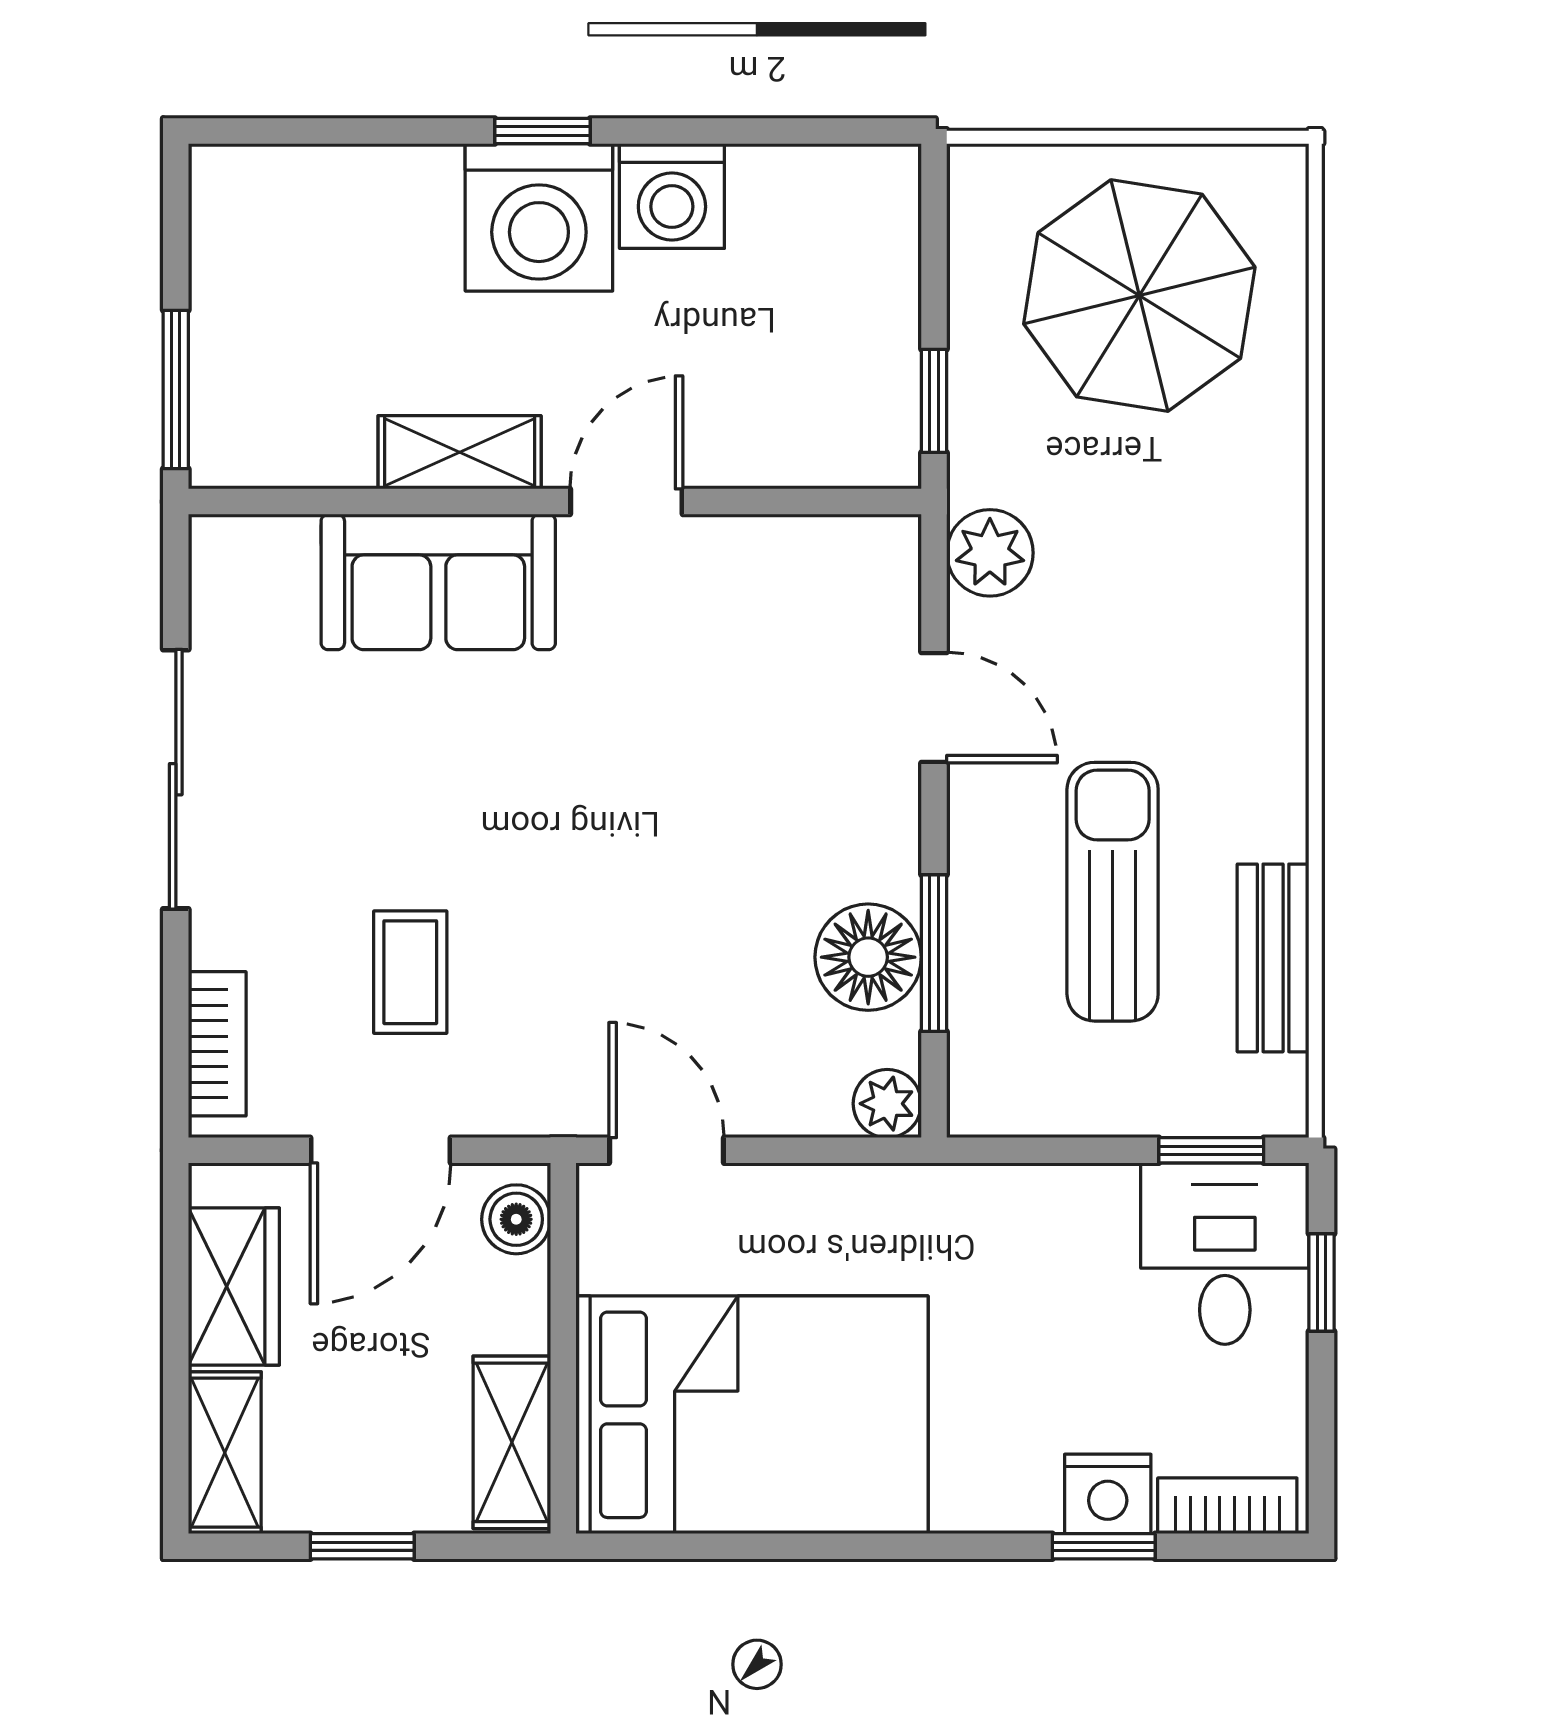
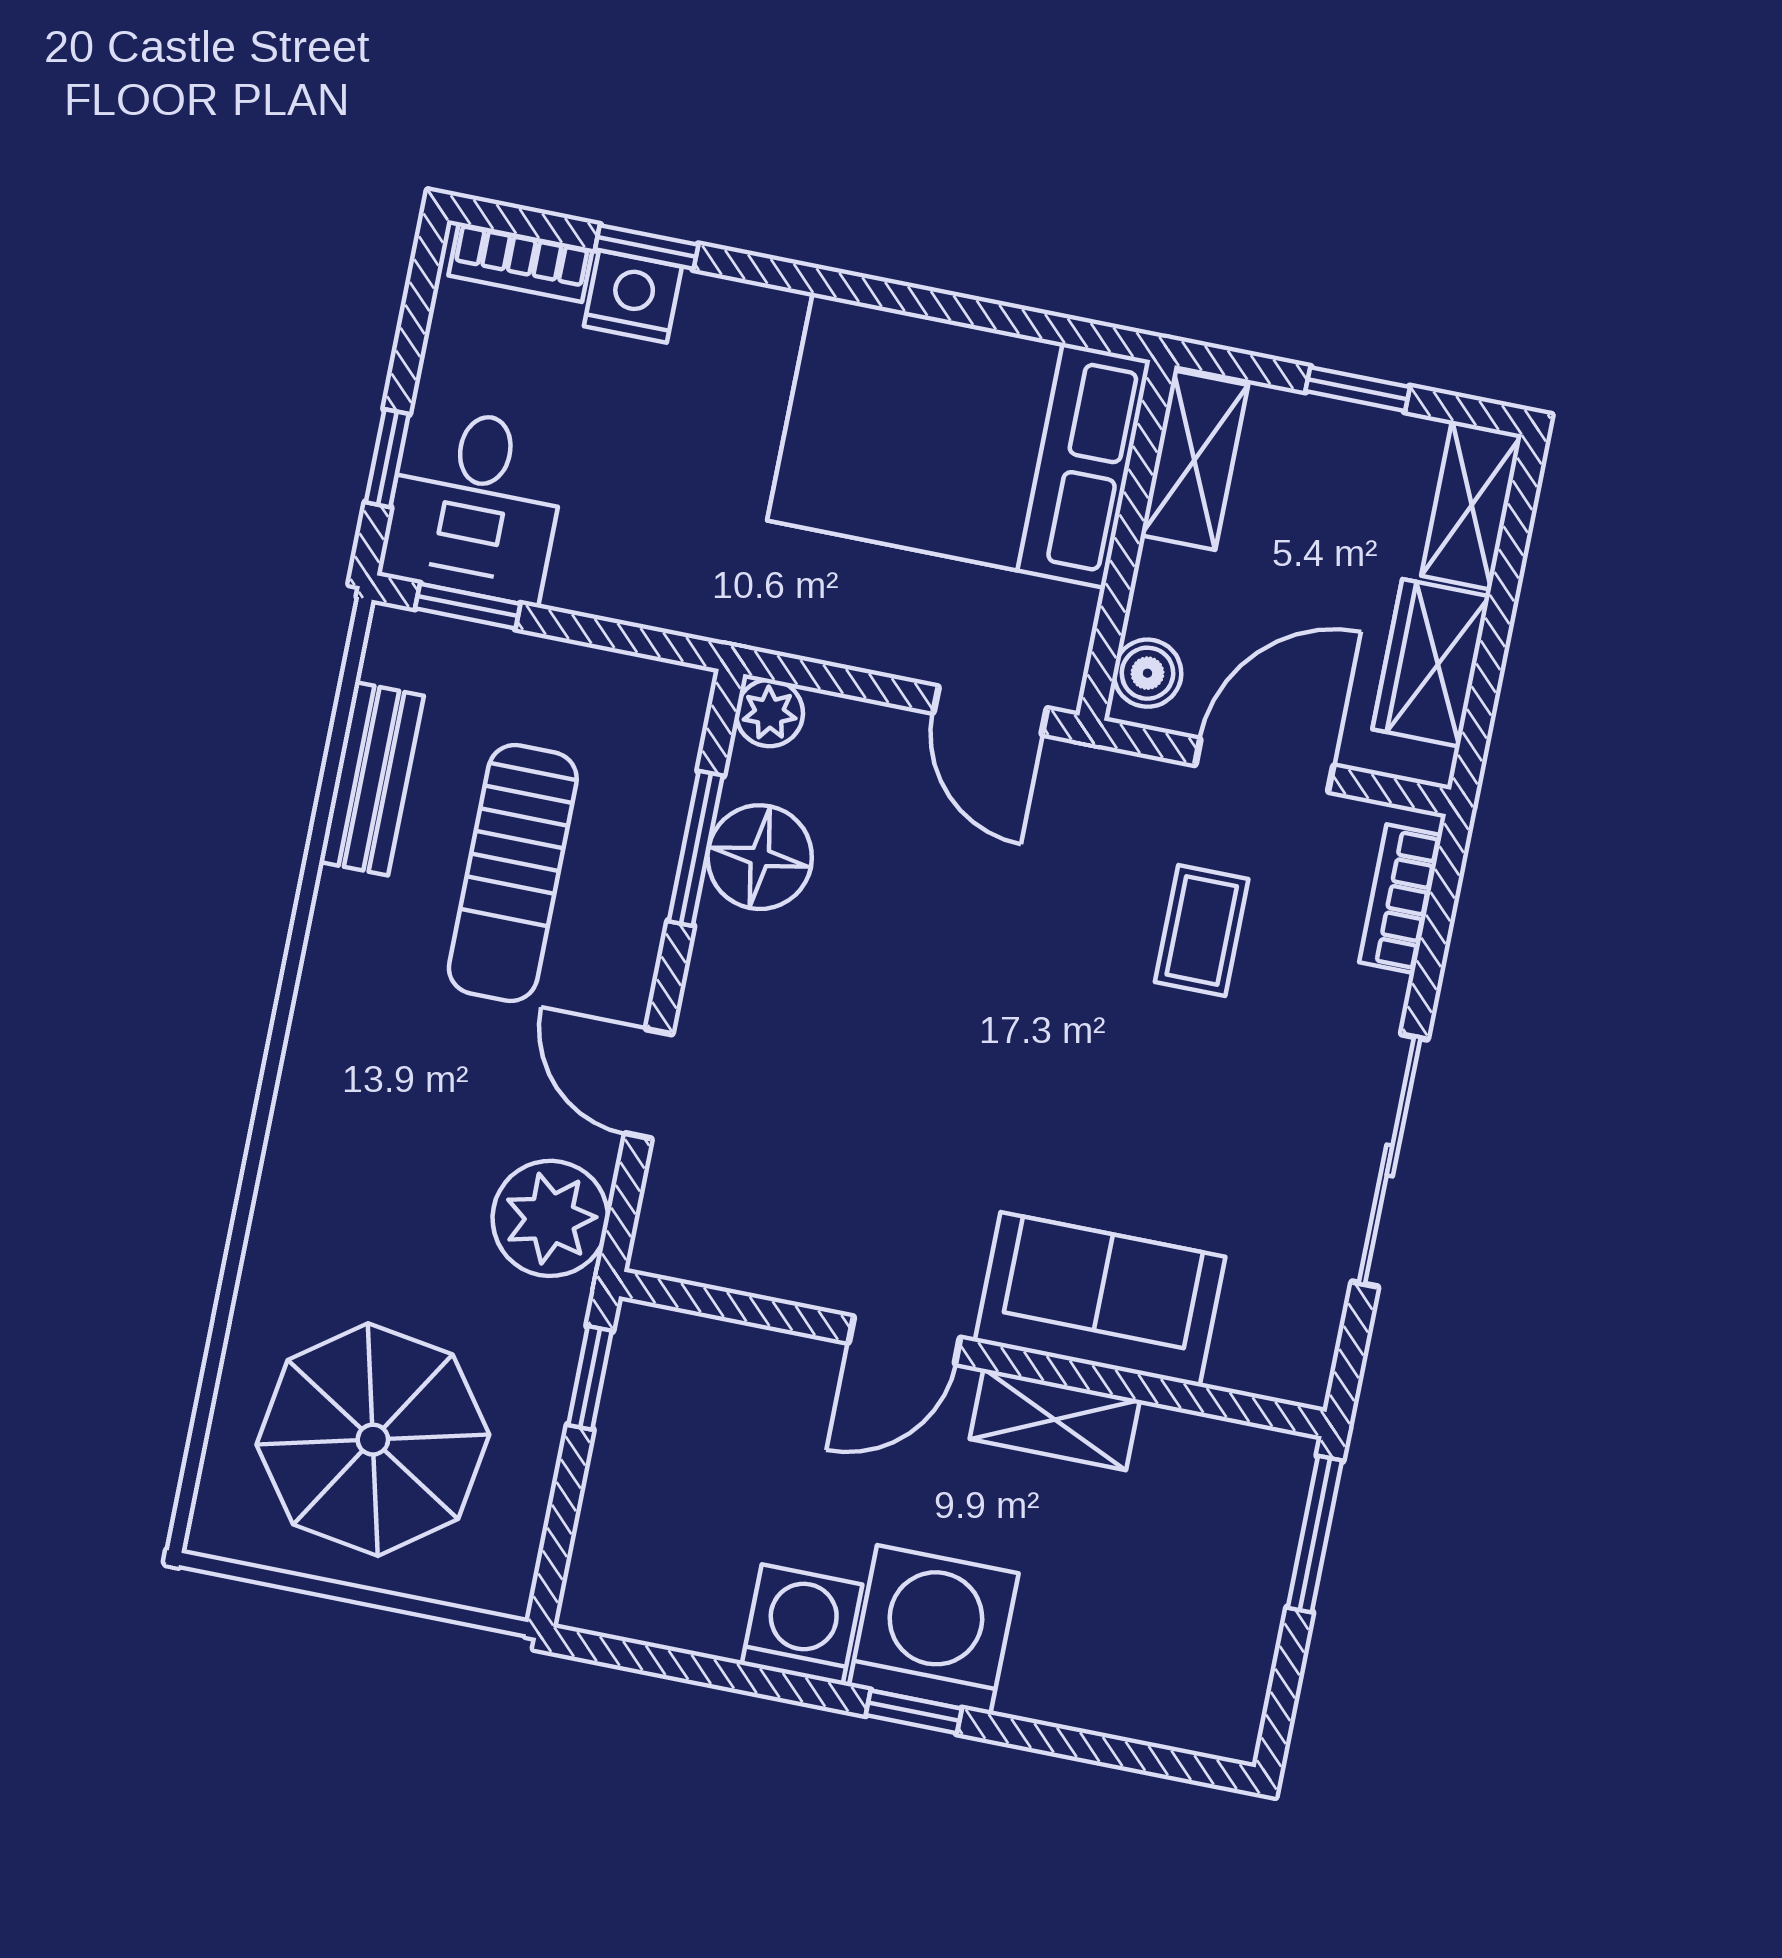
plant: (990, 553) -> (550, 1218), width x1.36, depth x1.36

